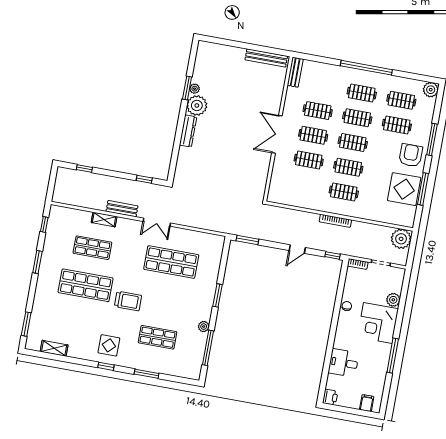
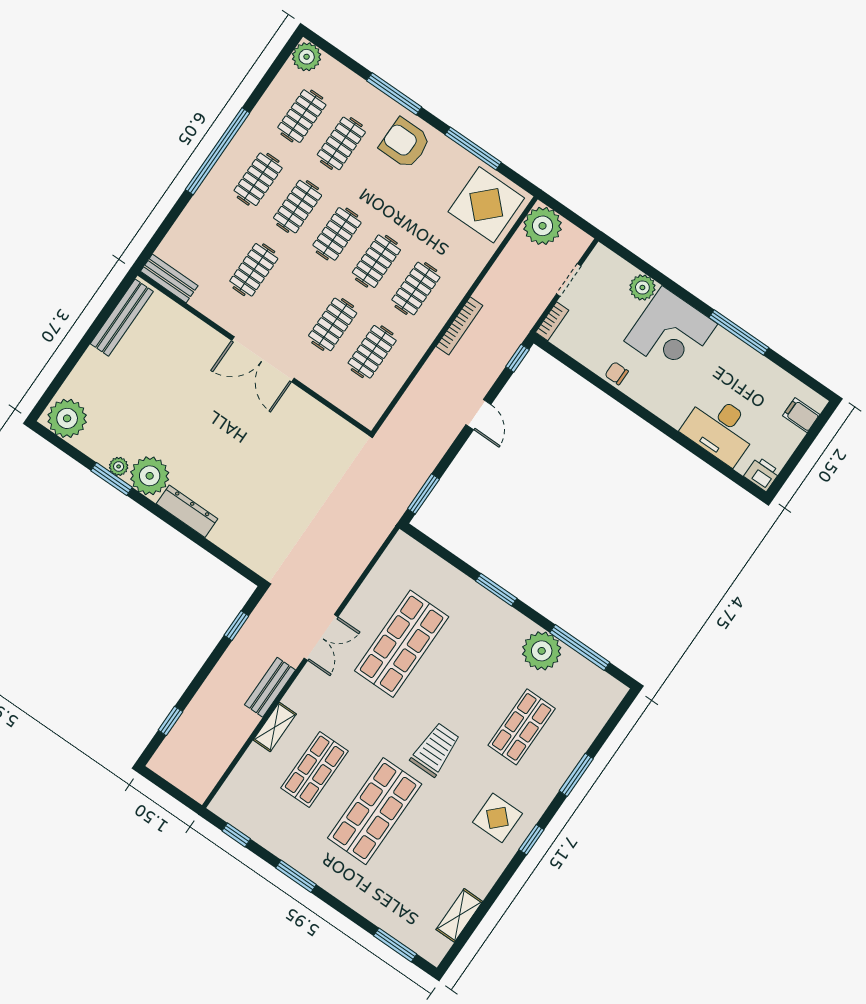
plant: (206, 54) -> (67, 418), added
clothes rail: (313, 135) -> (372, 352), moved
display table: (404, 189) -> (486, 205), moved
plant: (204, 327) -> (542, 651), width x1.87, depth x1.87
desk: (344, 363) -> (720, 429), width x1.37

